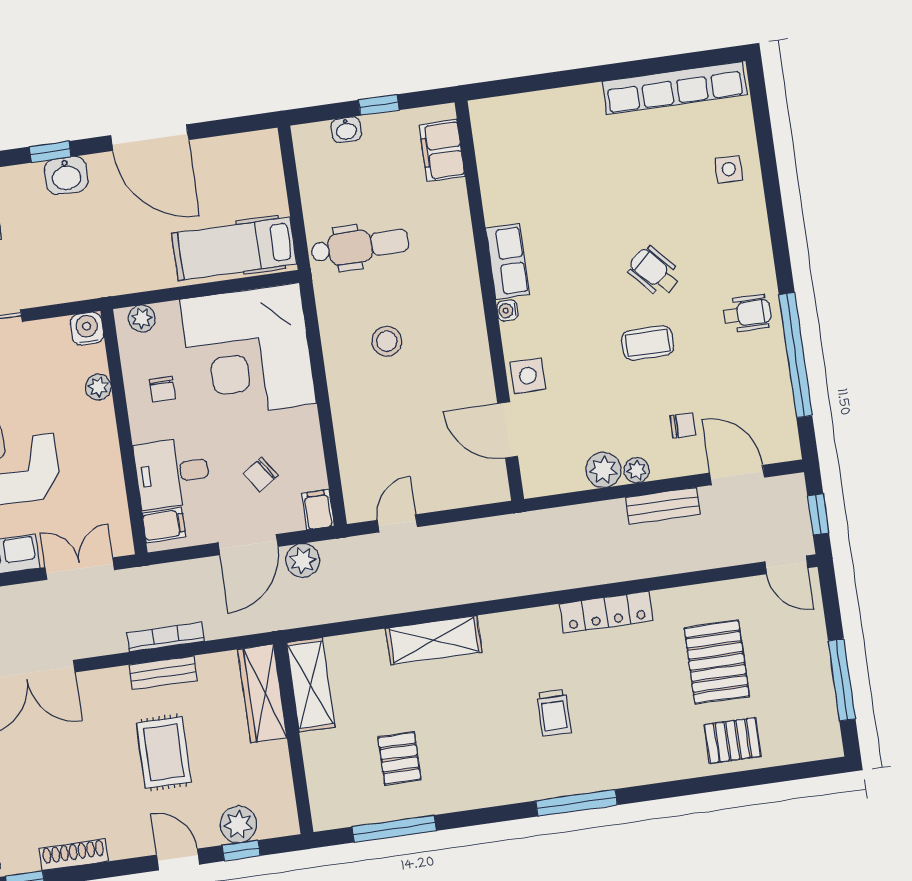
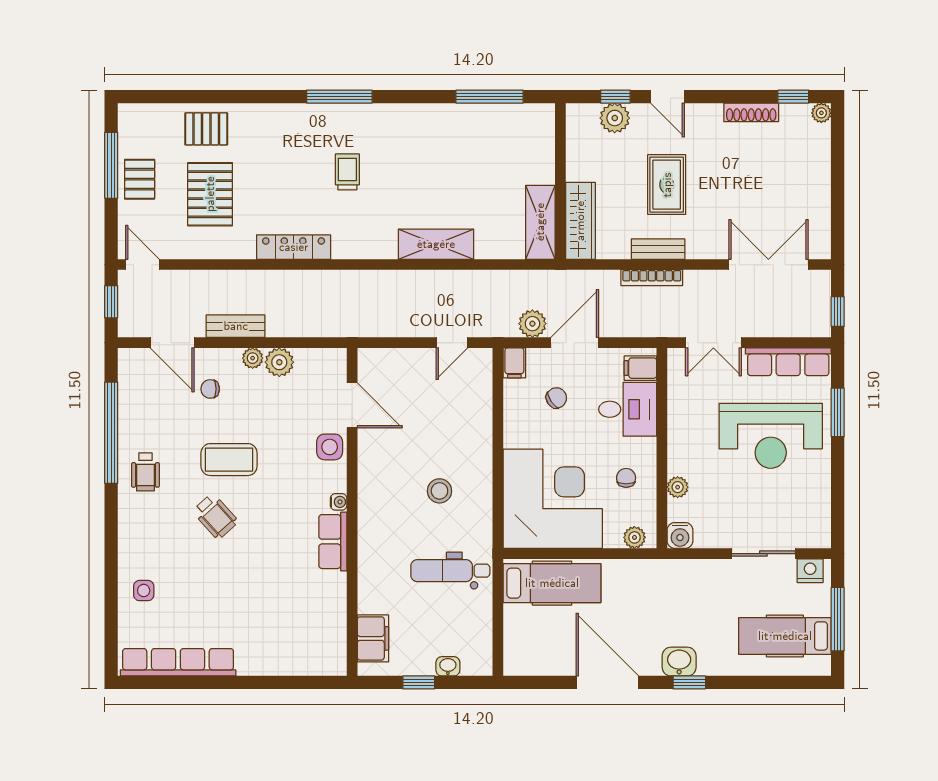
wheelchair: (747, 314) -> (145, 472), turned -90
coffee table: (648, 343) -> (229, 460), width x1.36, depth x1.30
pallet: (399, 758) -> (140, 179), moved

